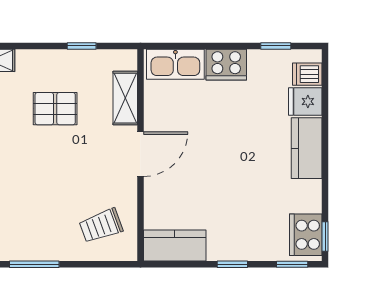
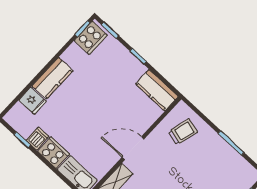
dishwasher: (307, 74) -> (37, 139), moved, turned -90
trolley: (101, 226) -> (183, 132), turned -55

